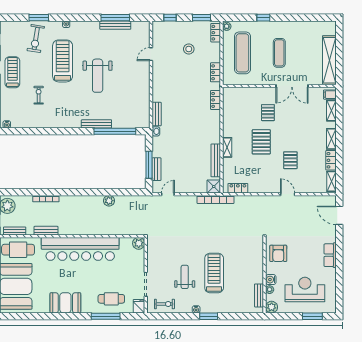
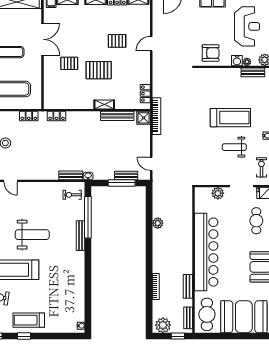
exercise bike: (39, 95) -> (72, 195), moved
plant: (139, 243) -> (218, 193), moved
treadmill: (214, 273) -> (230, 118), turned 180
reception desk: (305, 290) -> (247, 26), turned 180

